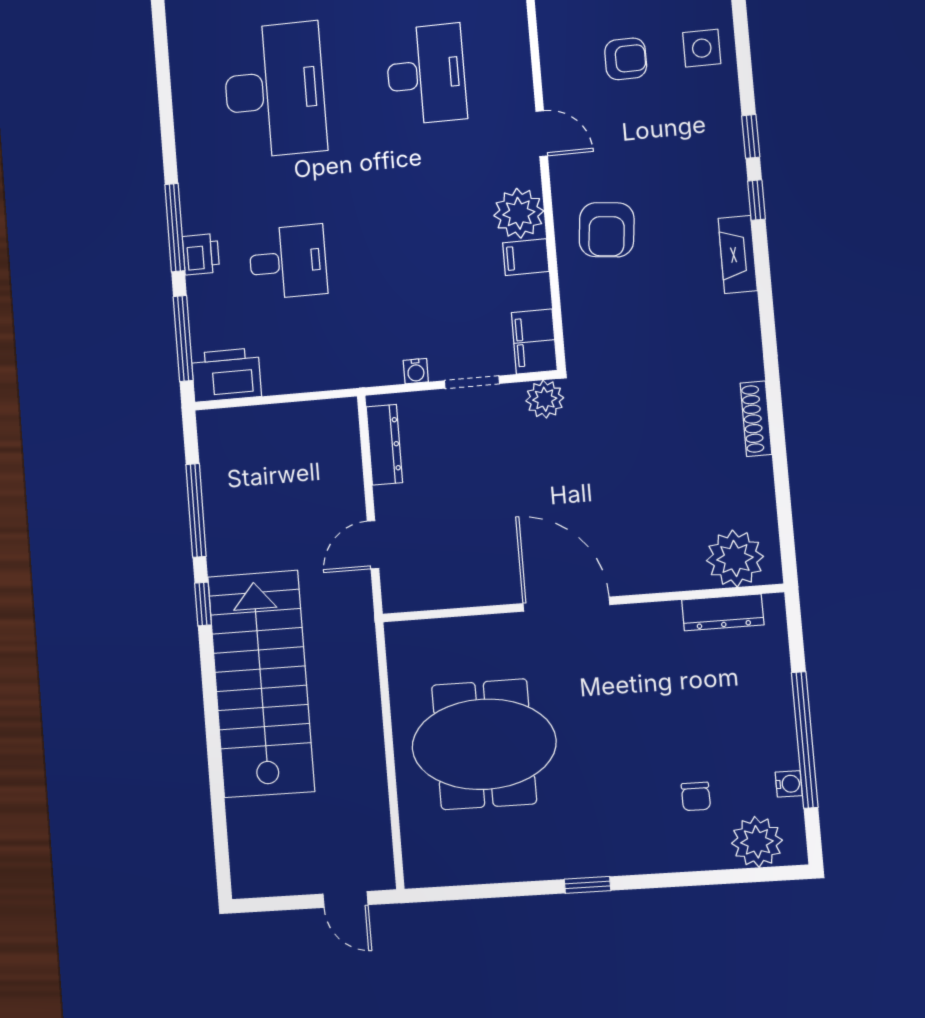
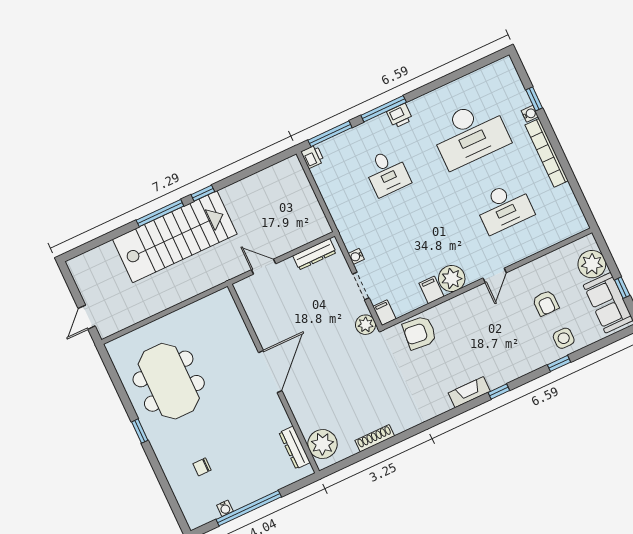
window: (751, 136) -> (559, 363), moved
armchair: (607, 230) -> (419, 333), moved
printer: (201, 254) -> (400, 116), moved
filing cabinet: (534, 342) -> (384, 313), width x0.50
printer: (226, 375) -> (313, 157), width x0.53, depth x0.68
shoe rack: (756, 419) -> (375, 438), moved
window: (196, 510) -> (160, 213), moved
meeting table: (484, 744) -> (169, 381), moved
plant: (757, 842) -> (192, 503), removed

